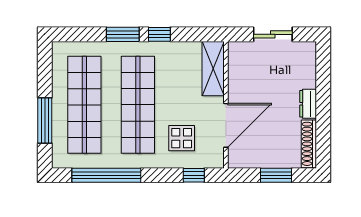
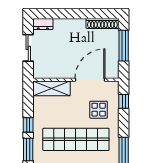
dresser: (308, 104) -> (43, 24), moved
door: (226, 125) -> (90, 80), hinge flipped
window: (276, 175) -> (124, 46), width x1.44

